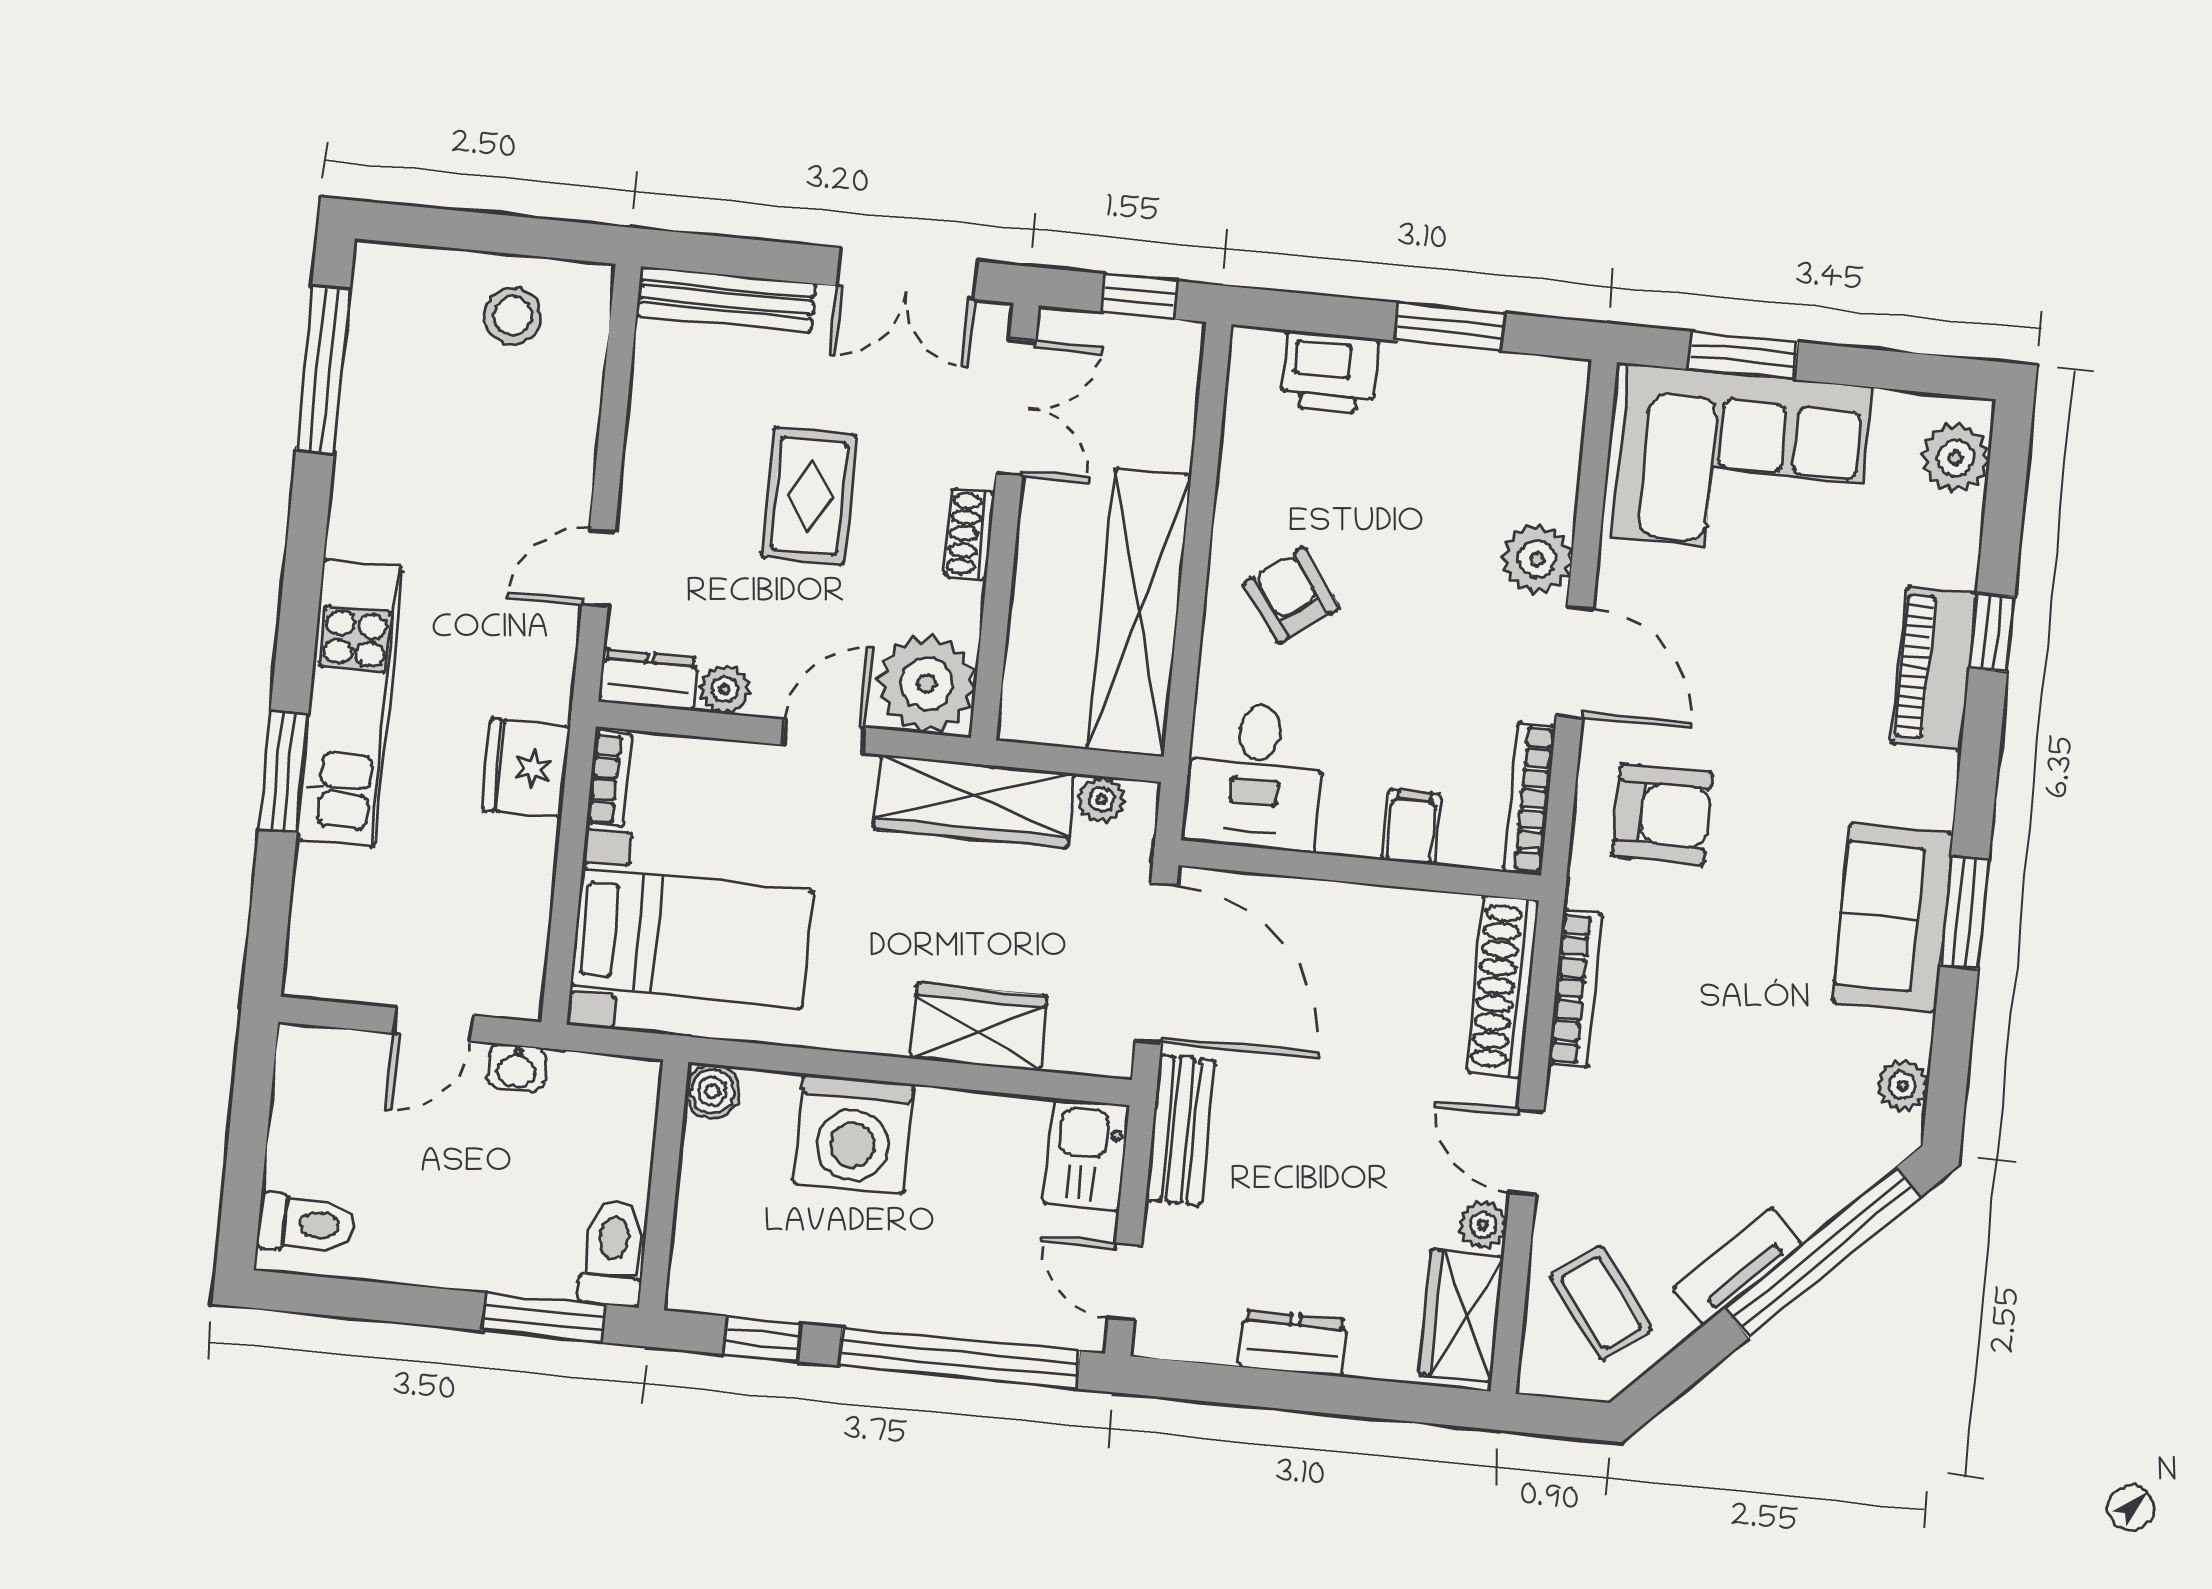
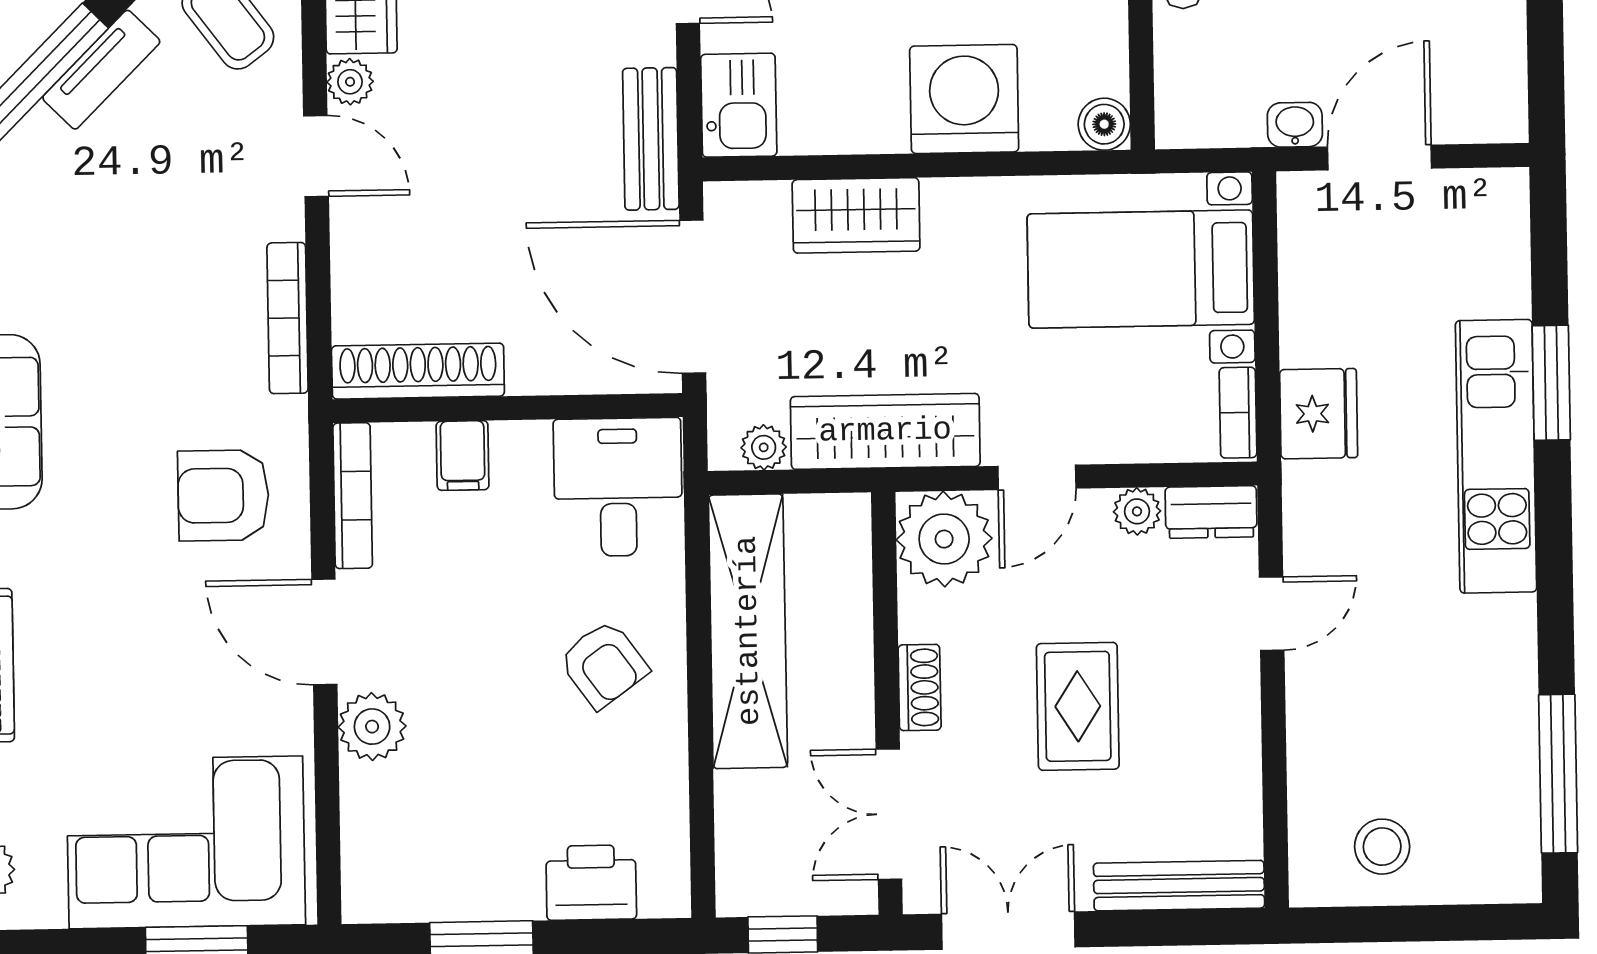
shoe rack: (1503, 986) -> (418, 371), moved, turned -90
door: (433, 1024) -> (1379, 158), width x1.38

